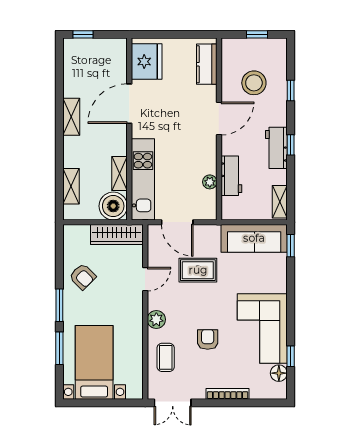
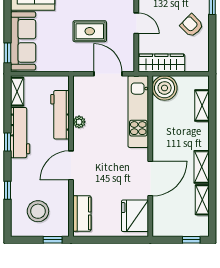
window: (257, 34) -> (53, 240), moved
stool: (254, 83) -> (38, 211), moved
workbench: (276, 148) -> (20, 133), width x1.37
shelving: (120, 173) -> (202, 200), moved
workbench: (231, 176) -> (60, 115), width x1.38
plant: (210, 182) -> (79, 122), moved
sofa: (254, 238) -> (23, 41), moved, turned 90
door: (145, 279) -> (136, 23), swing flipped

